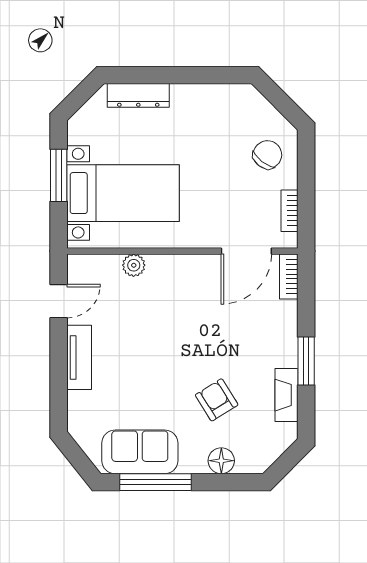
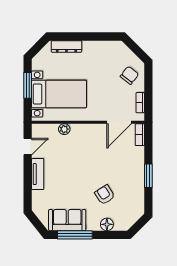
fireplace: (287, 395) -> (139, 192), removed

